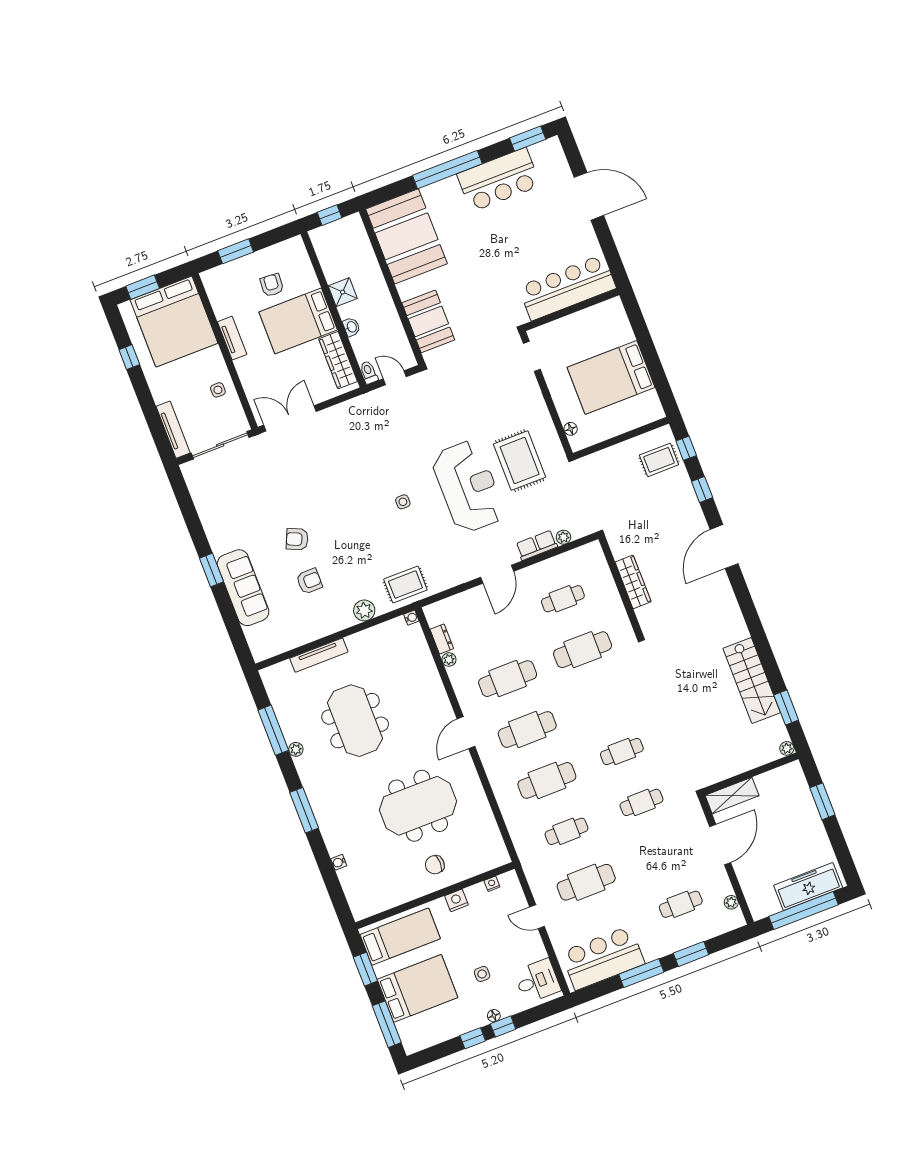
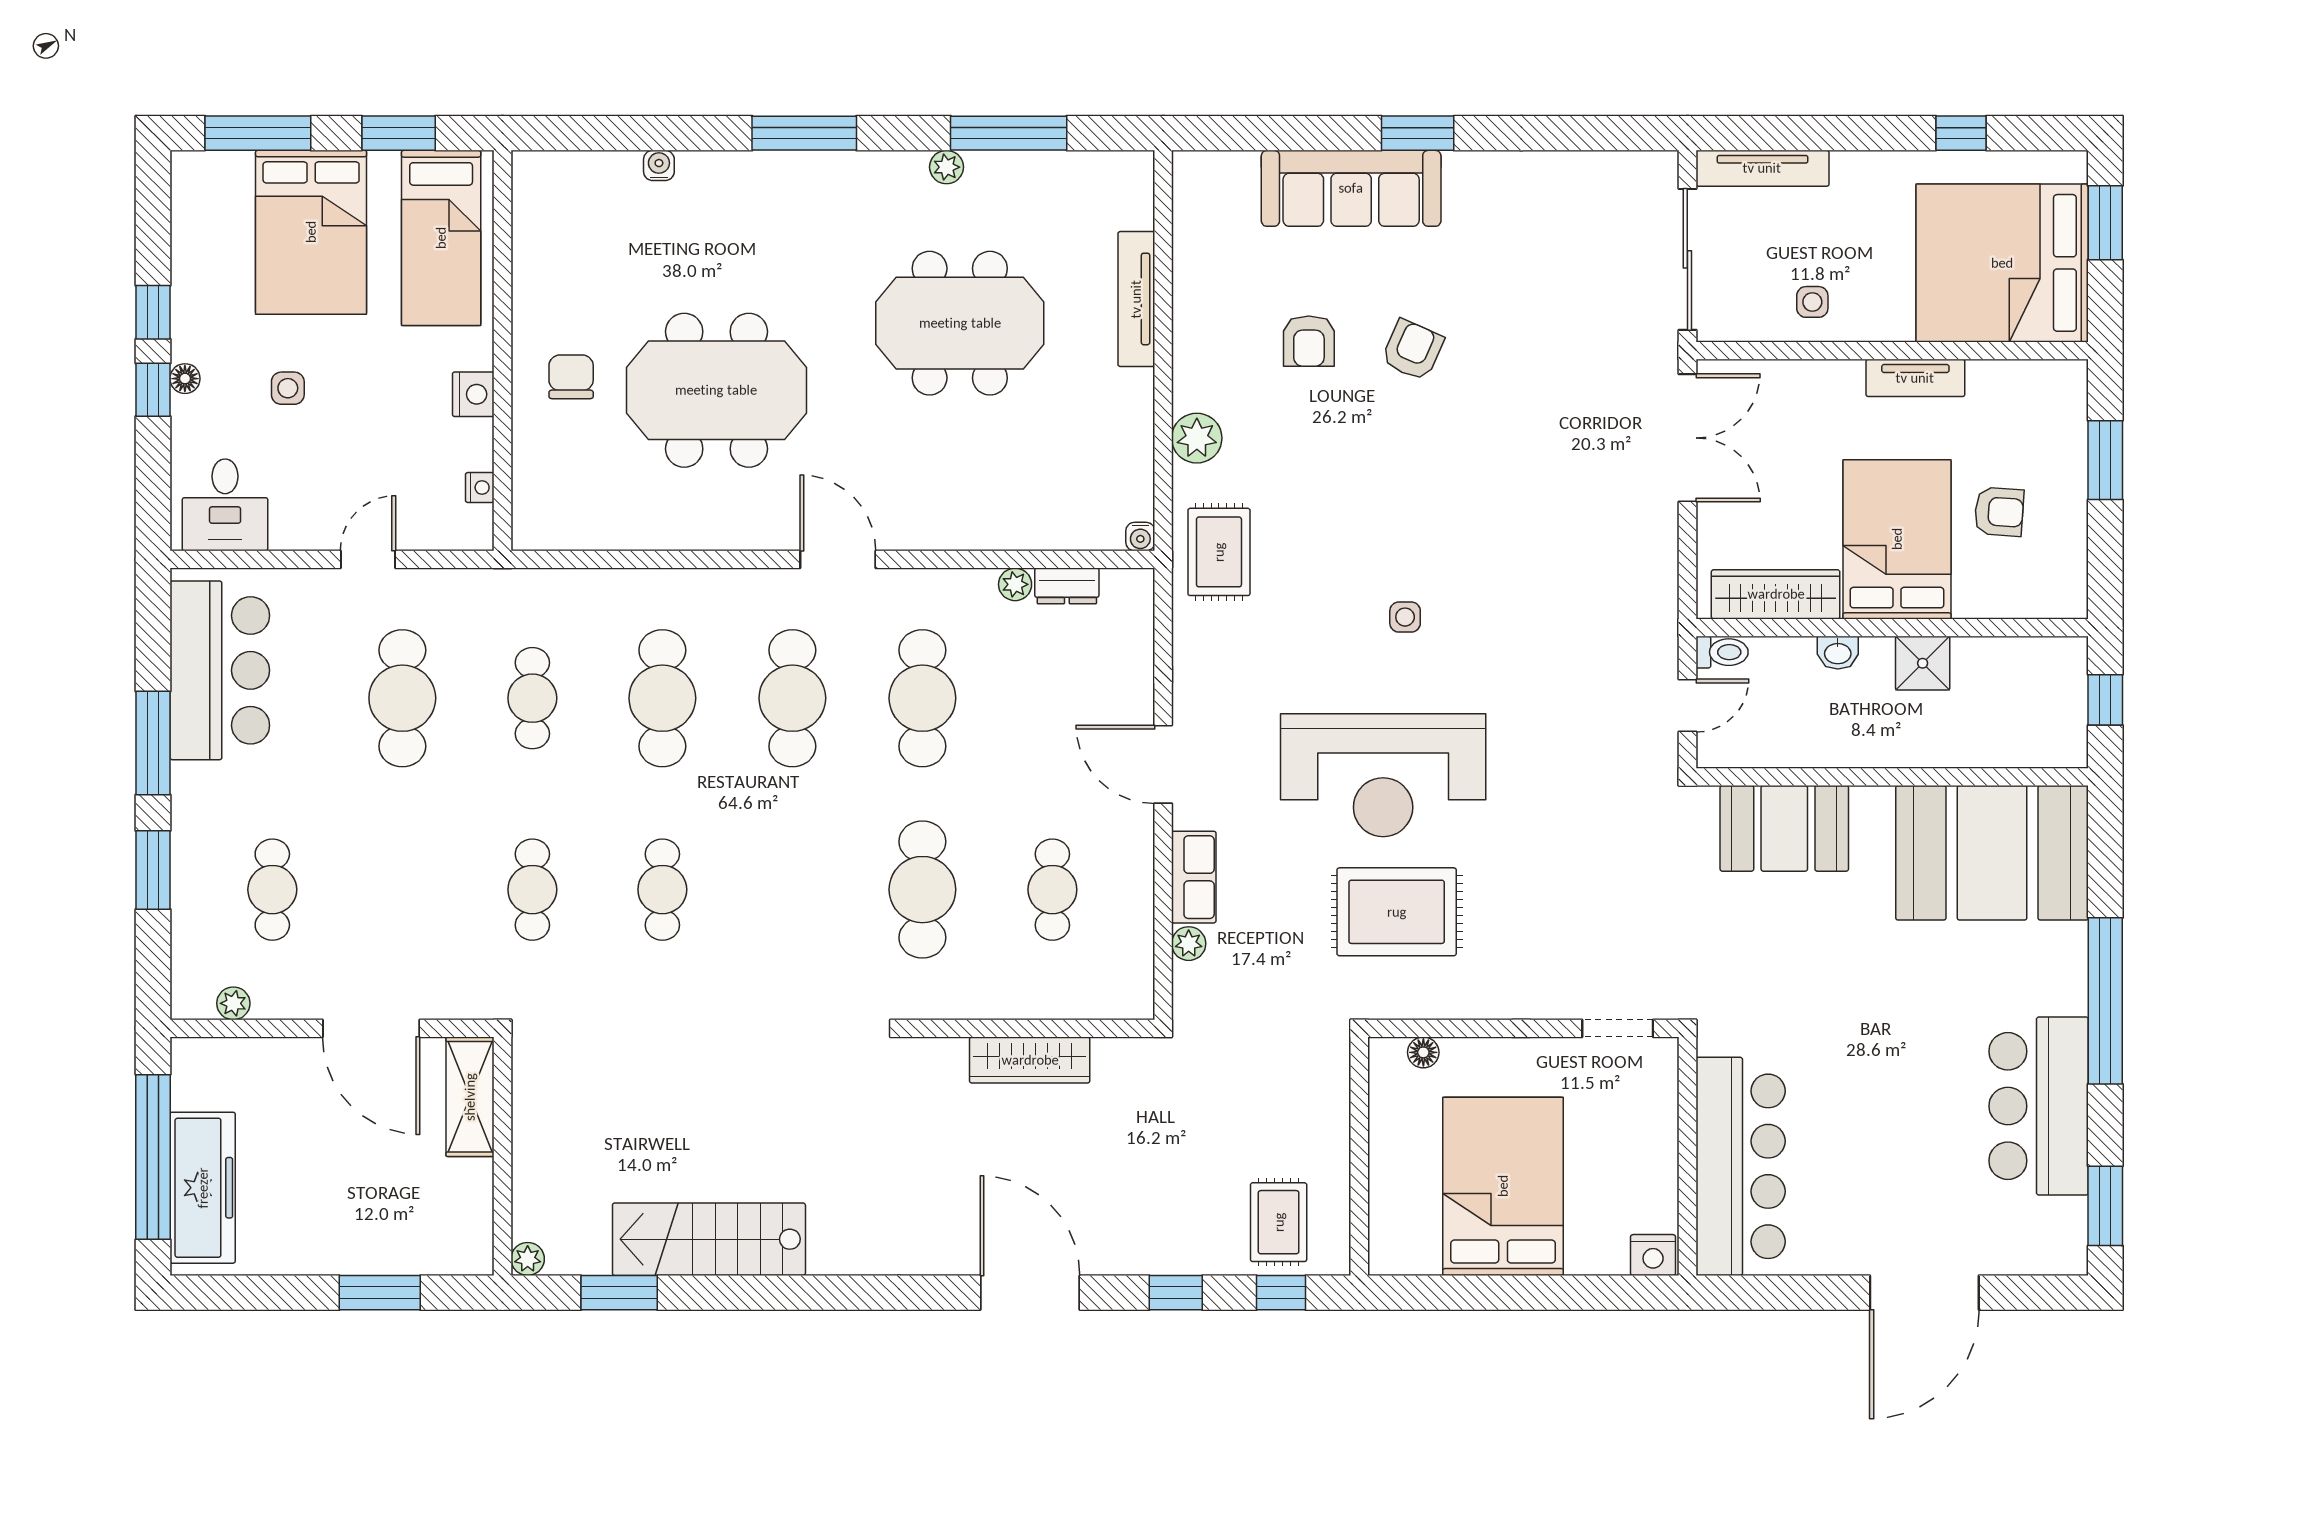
nightstand: (615, 308) -> (1653, 1255), added
meeting table: (418, 806) -> (716, 390), turned 90

